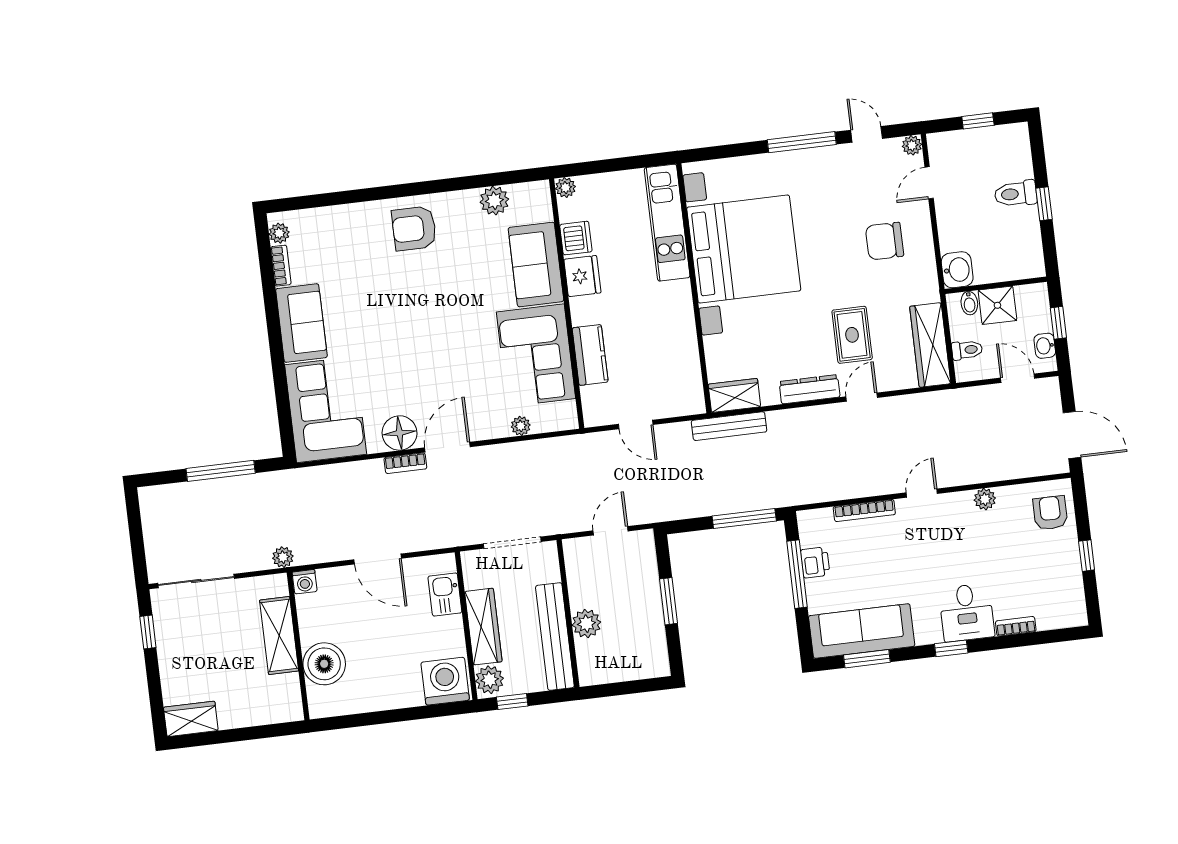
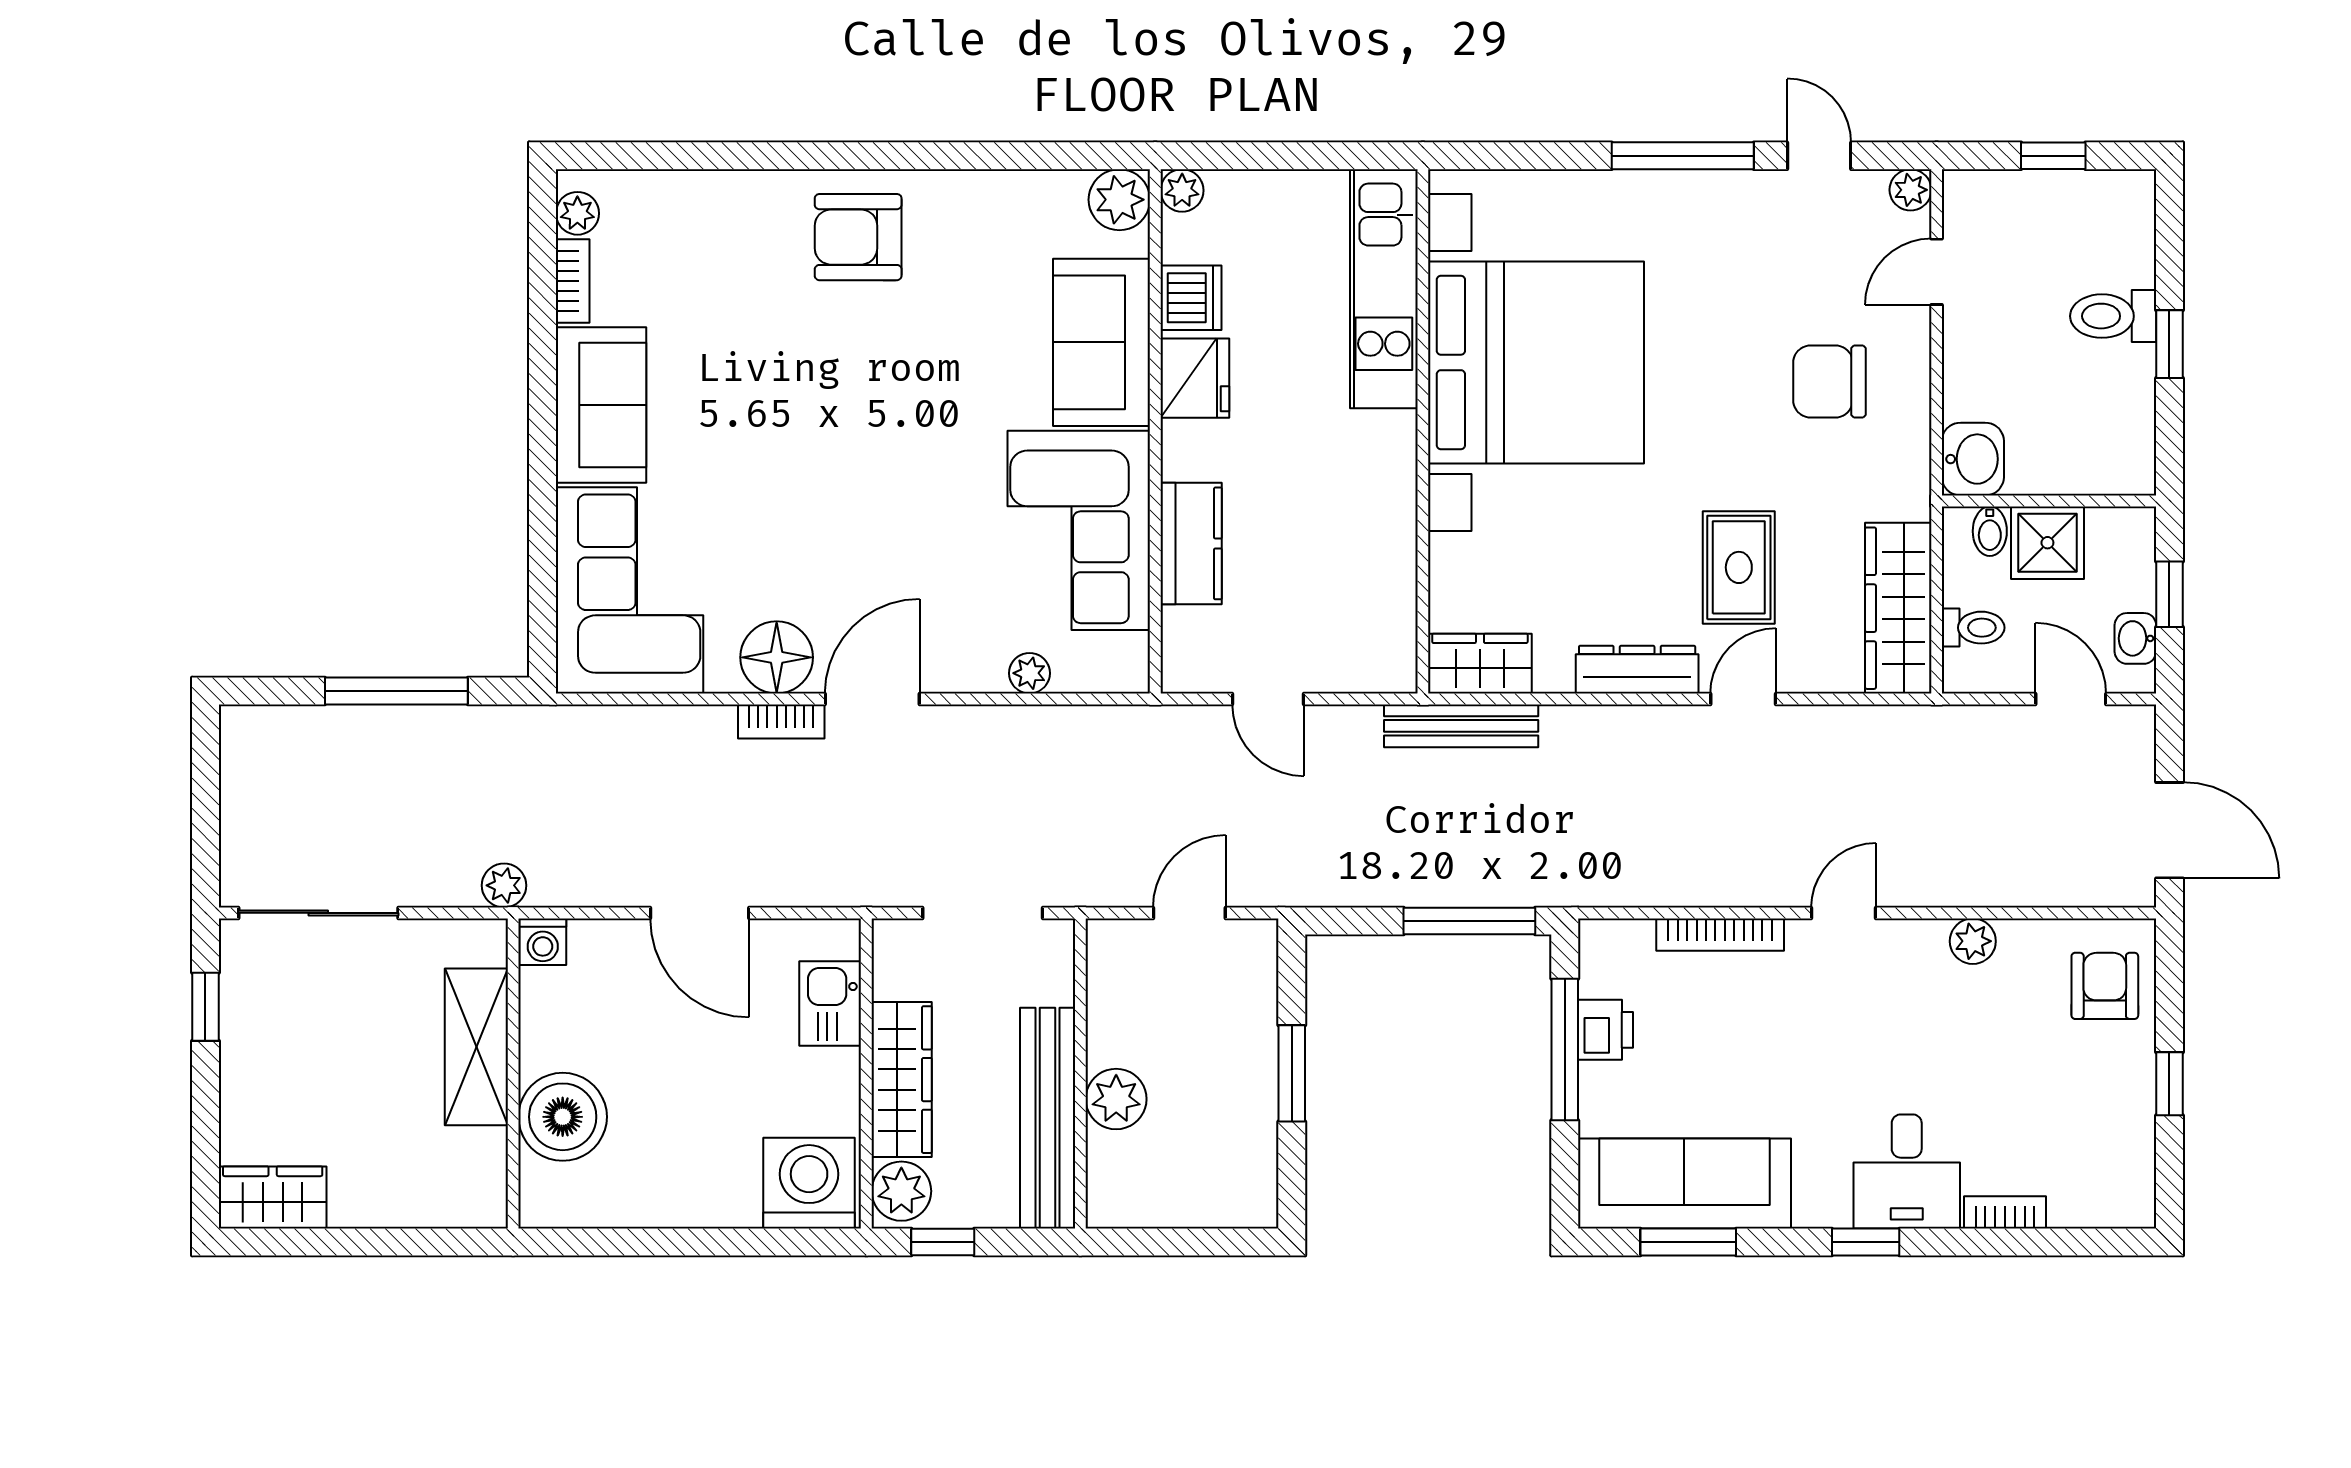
plant: (494, 201) -> (1119, 200), moved

